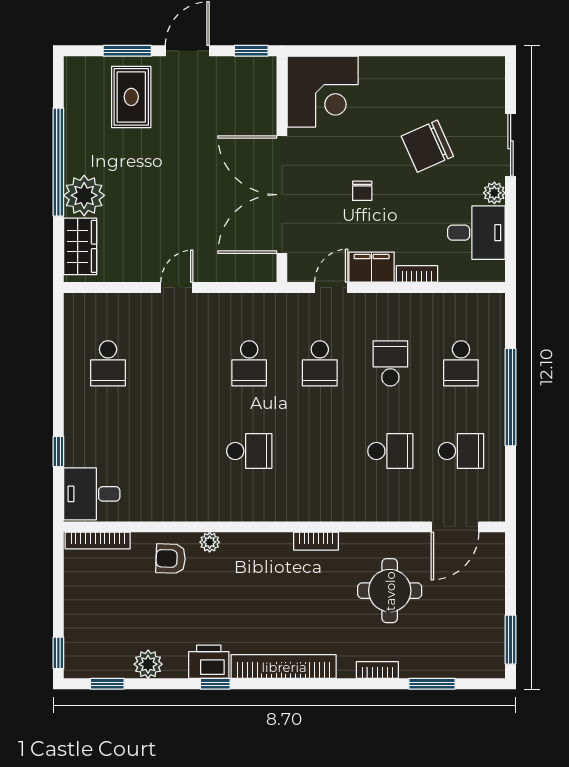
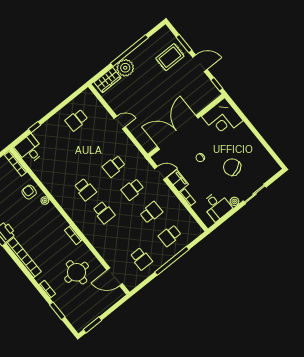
school desk: (390, 451) -> (104, 213), moved

